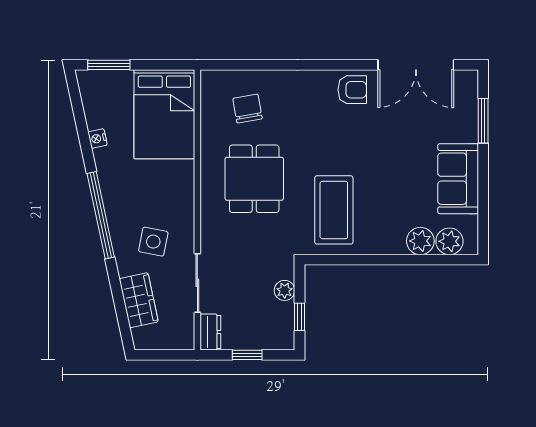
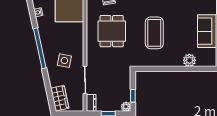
coffee table: (334, 210) -> (154, 33), moved
plant: (449, 241) -> (203, 60), removed
plant: (285, 290) -> (126, 107), moved
wardrobe: (139, 300) -> (60, 98), moved

